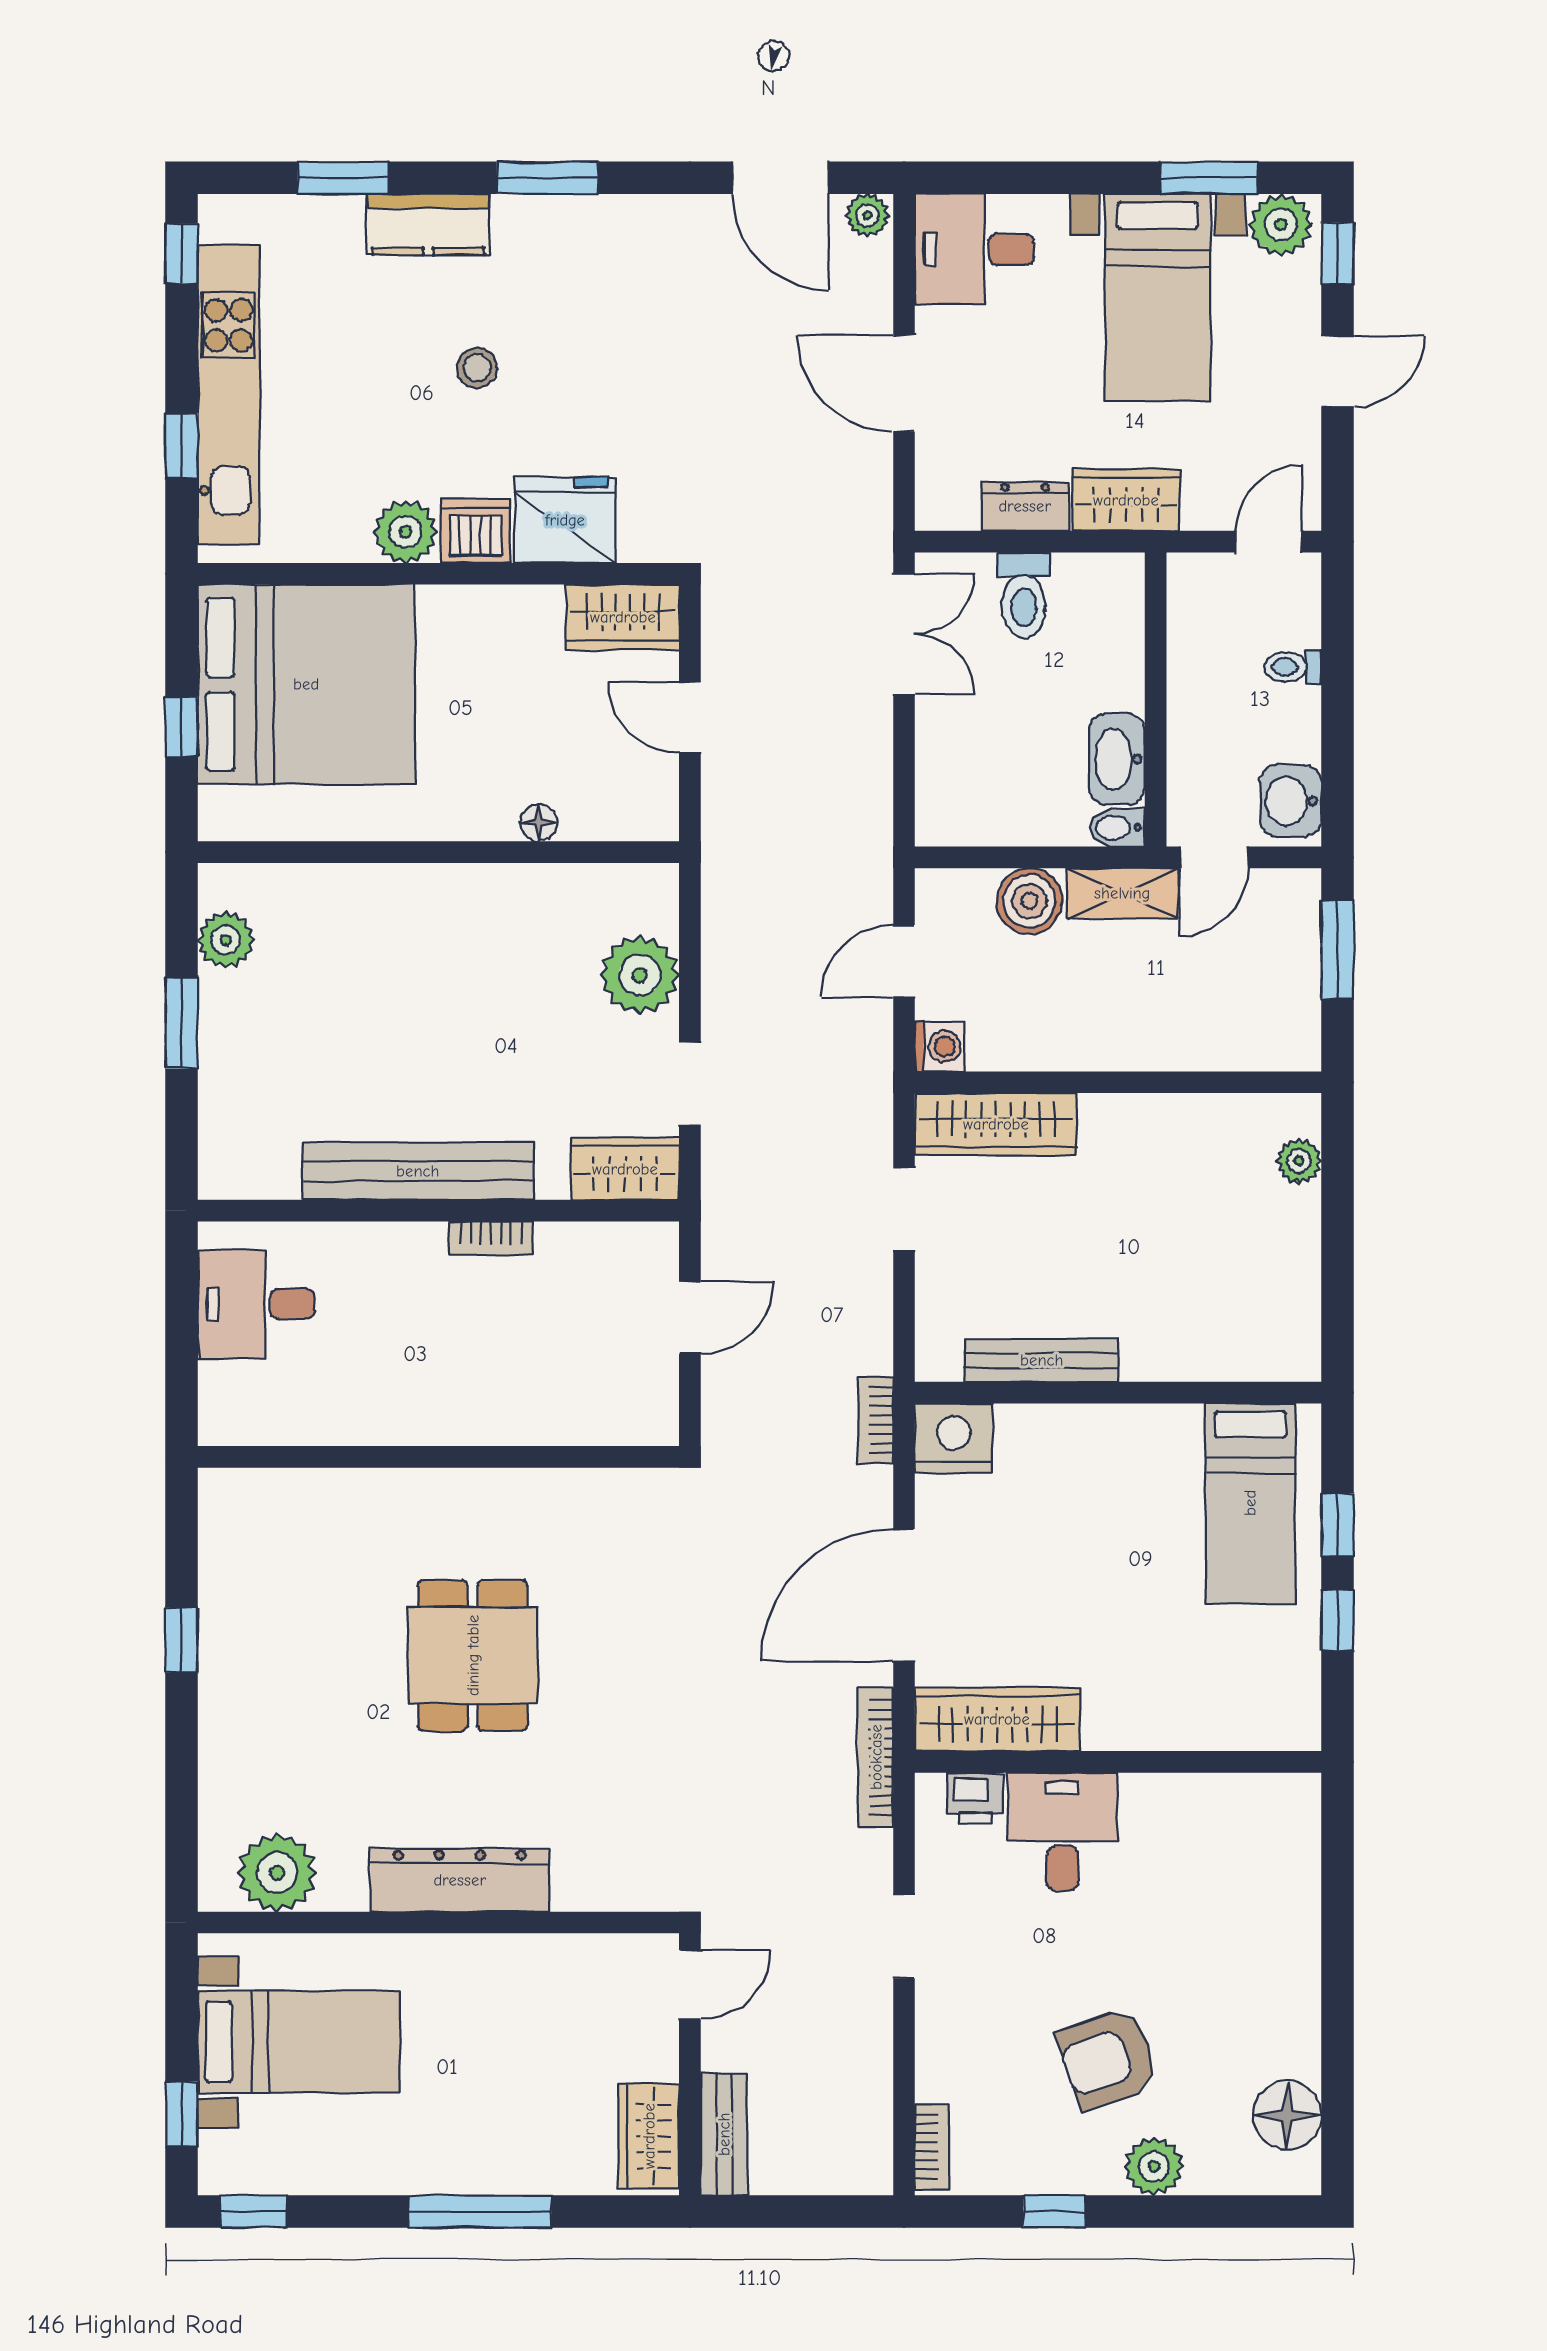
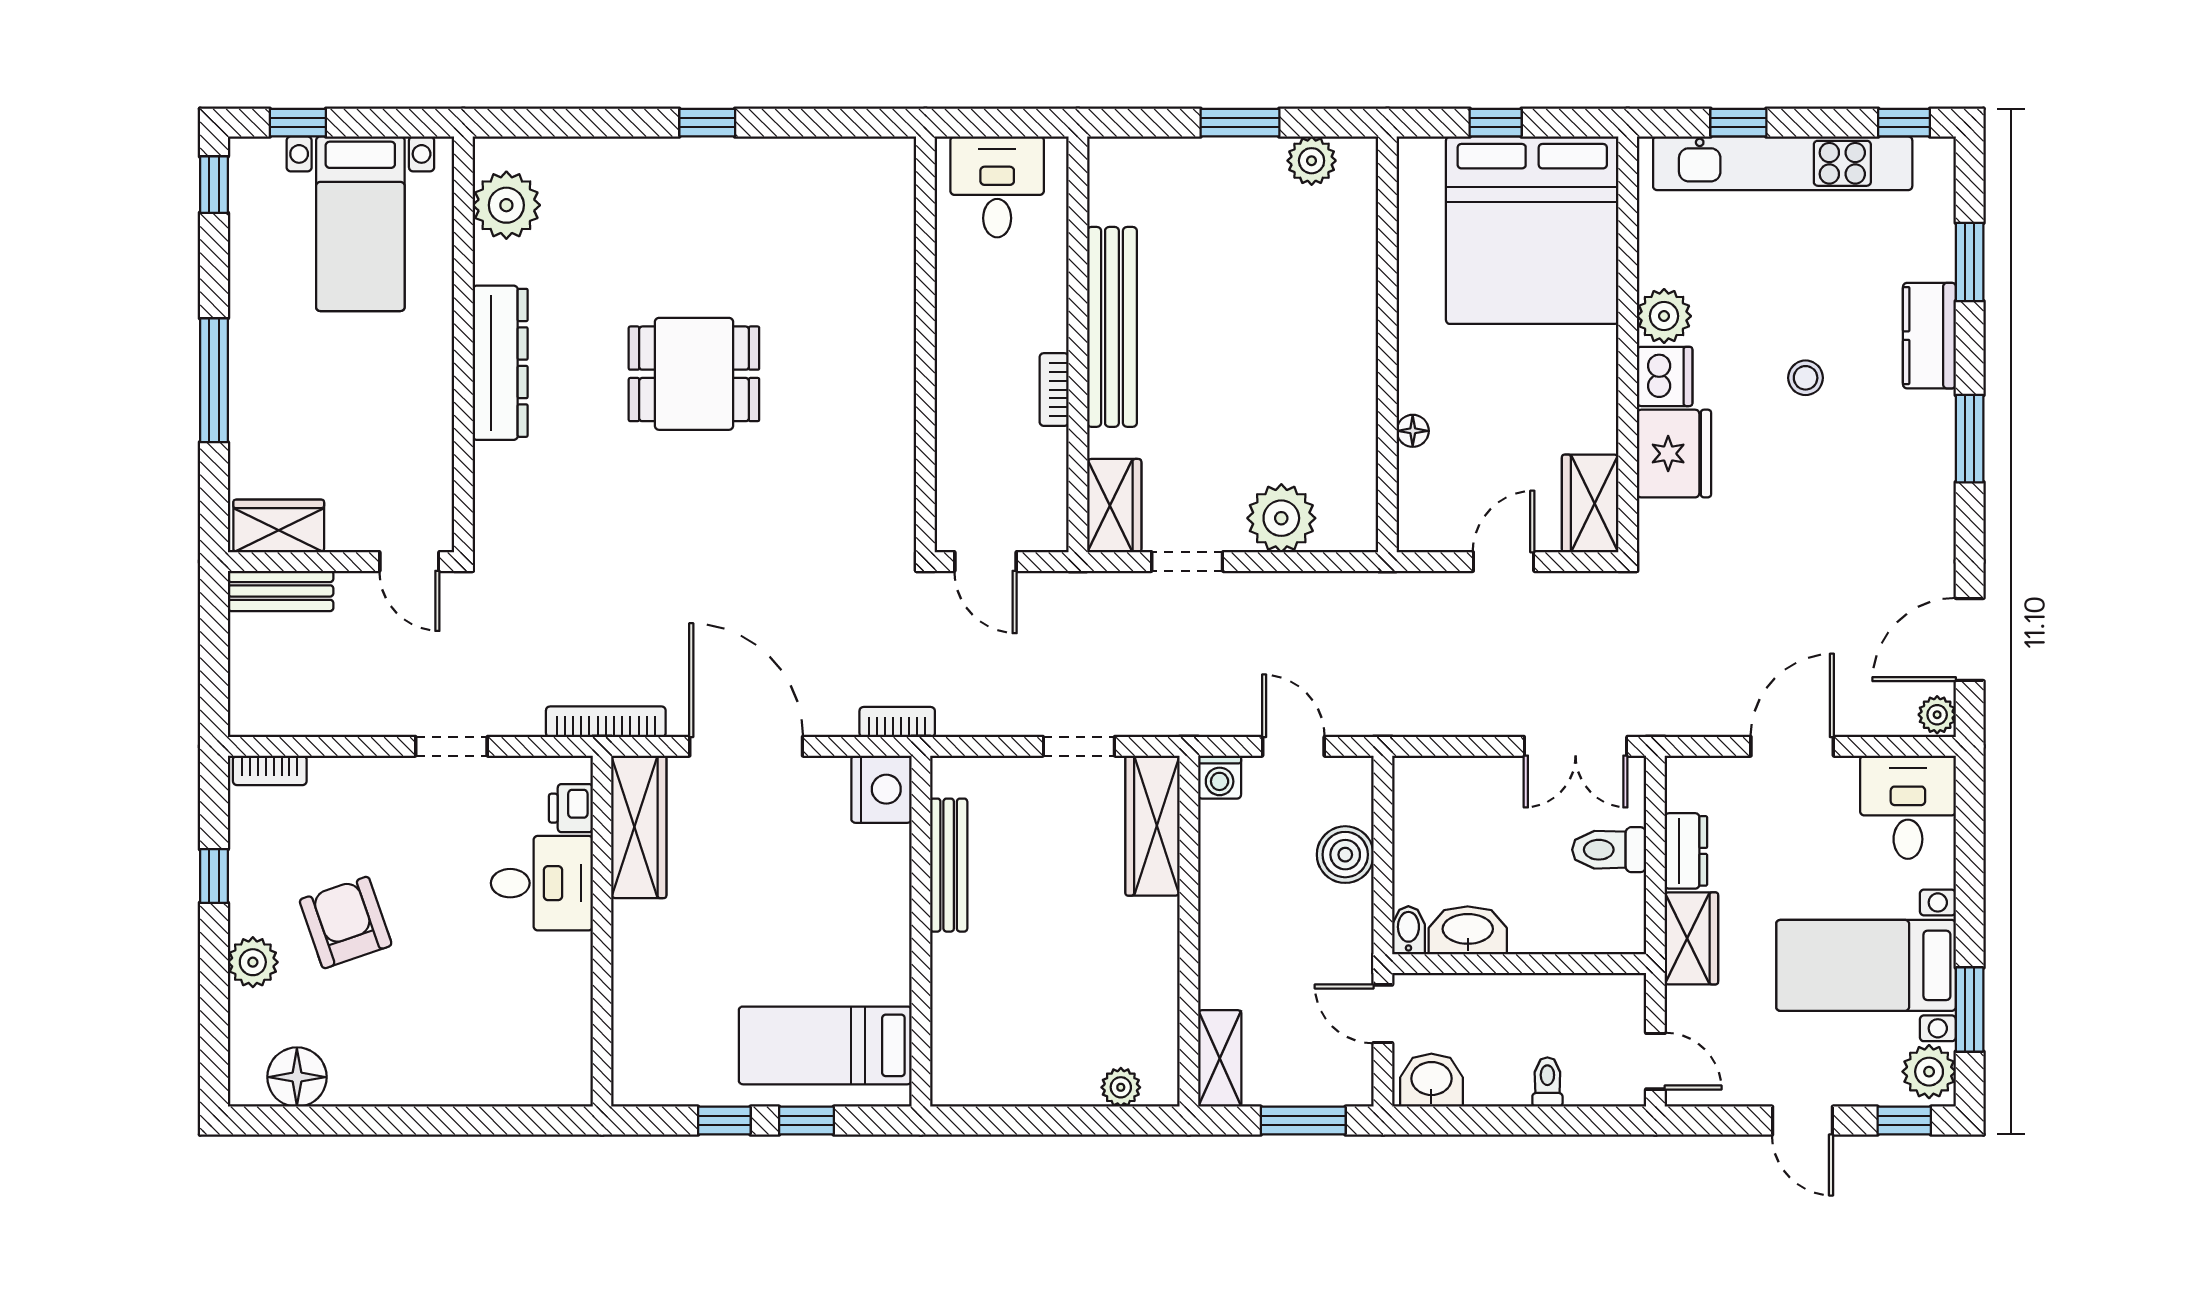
shelving: (1122, 893) -> (1220, 1058), moved
wall: (438, 1457) -> (925, 344), moved

